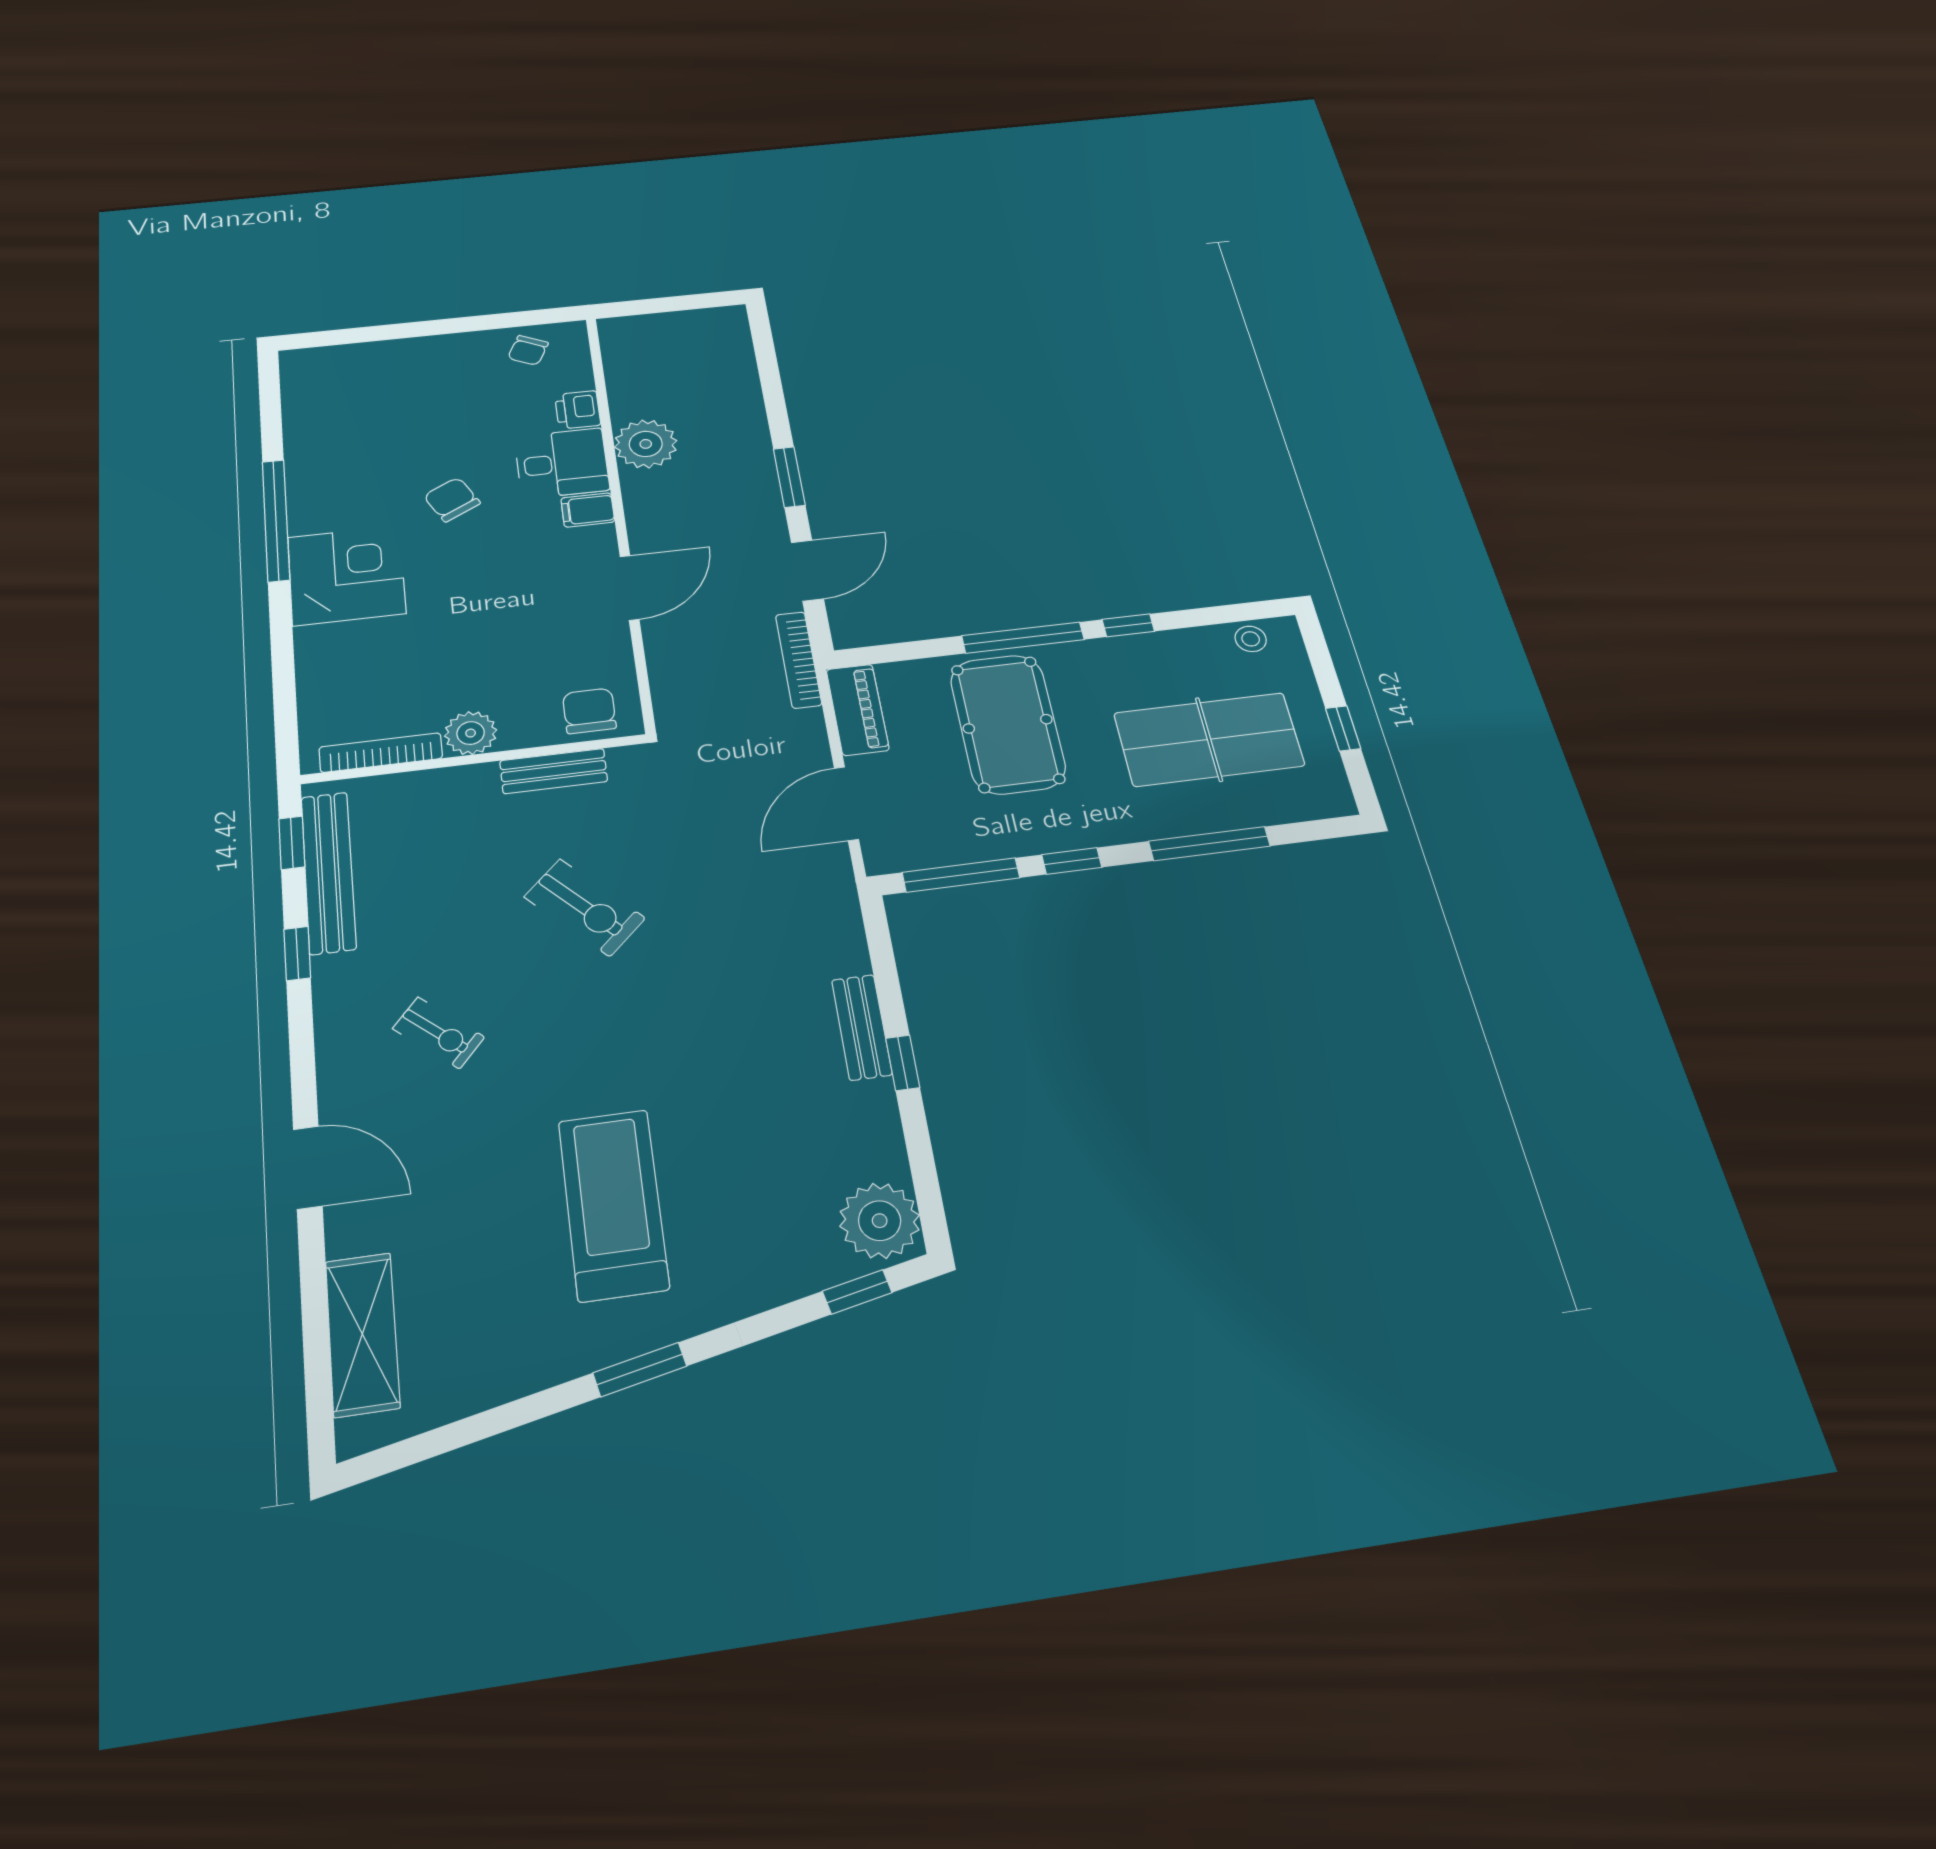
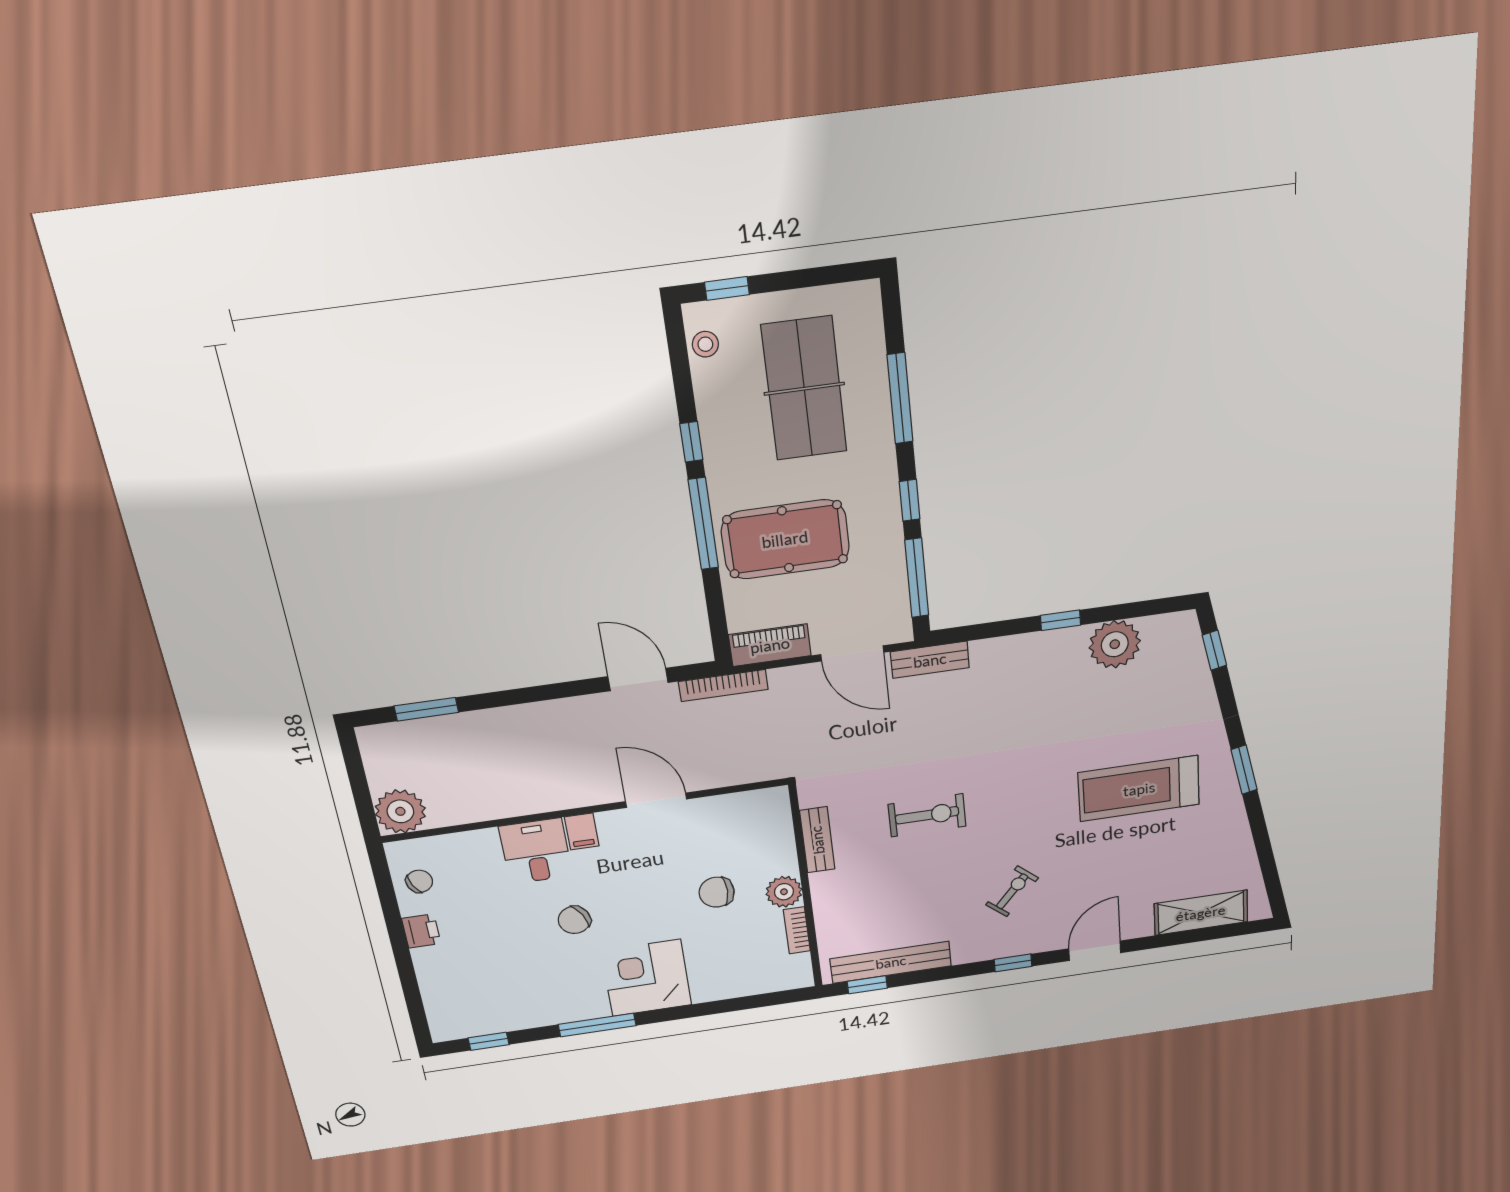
chair: (528, 350) -> (419, 881), turned -51
window: (270, 406) -> (489, 1041), added
printer: (578, 410) -> (421, 931), moved, turned -90
plant: (646, 444) -> (400, 811), moved
window: (789, 477) -> (426, 709), moved
window: (276, 520) -> (597, 1025), width x0.68
chair: (589, 711) -> (717, 892), moved
window: (1343, 728) -> (727, 288), moved
bookcase: (381, 753) -> (797, 930), width x0.64
exercise bike: (585, 907) -> (927, 815), turned 44
window: (297, 953) -> (1013, 963), moved
bench: (862, 1027) -> (930, 660), moved
plant: (880, 1221) -> (1115, 644), moved

